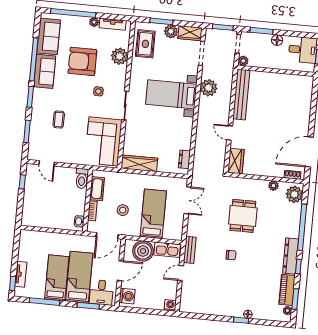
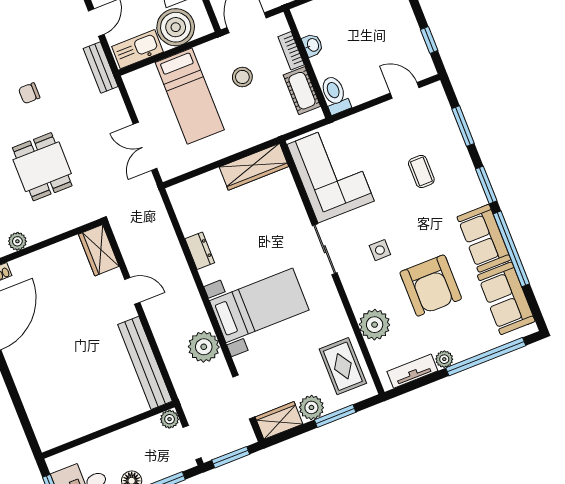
armchair: (82, 61) -> (431, 286), turned 90
dresser: (184, 159) -> (200, 251), moved
washbasin: (79, 221) -> (313, 45), moved

